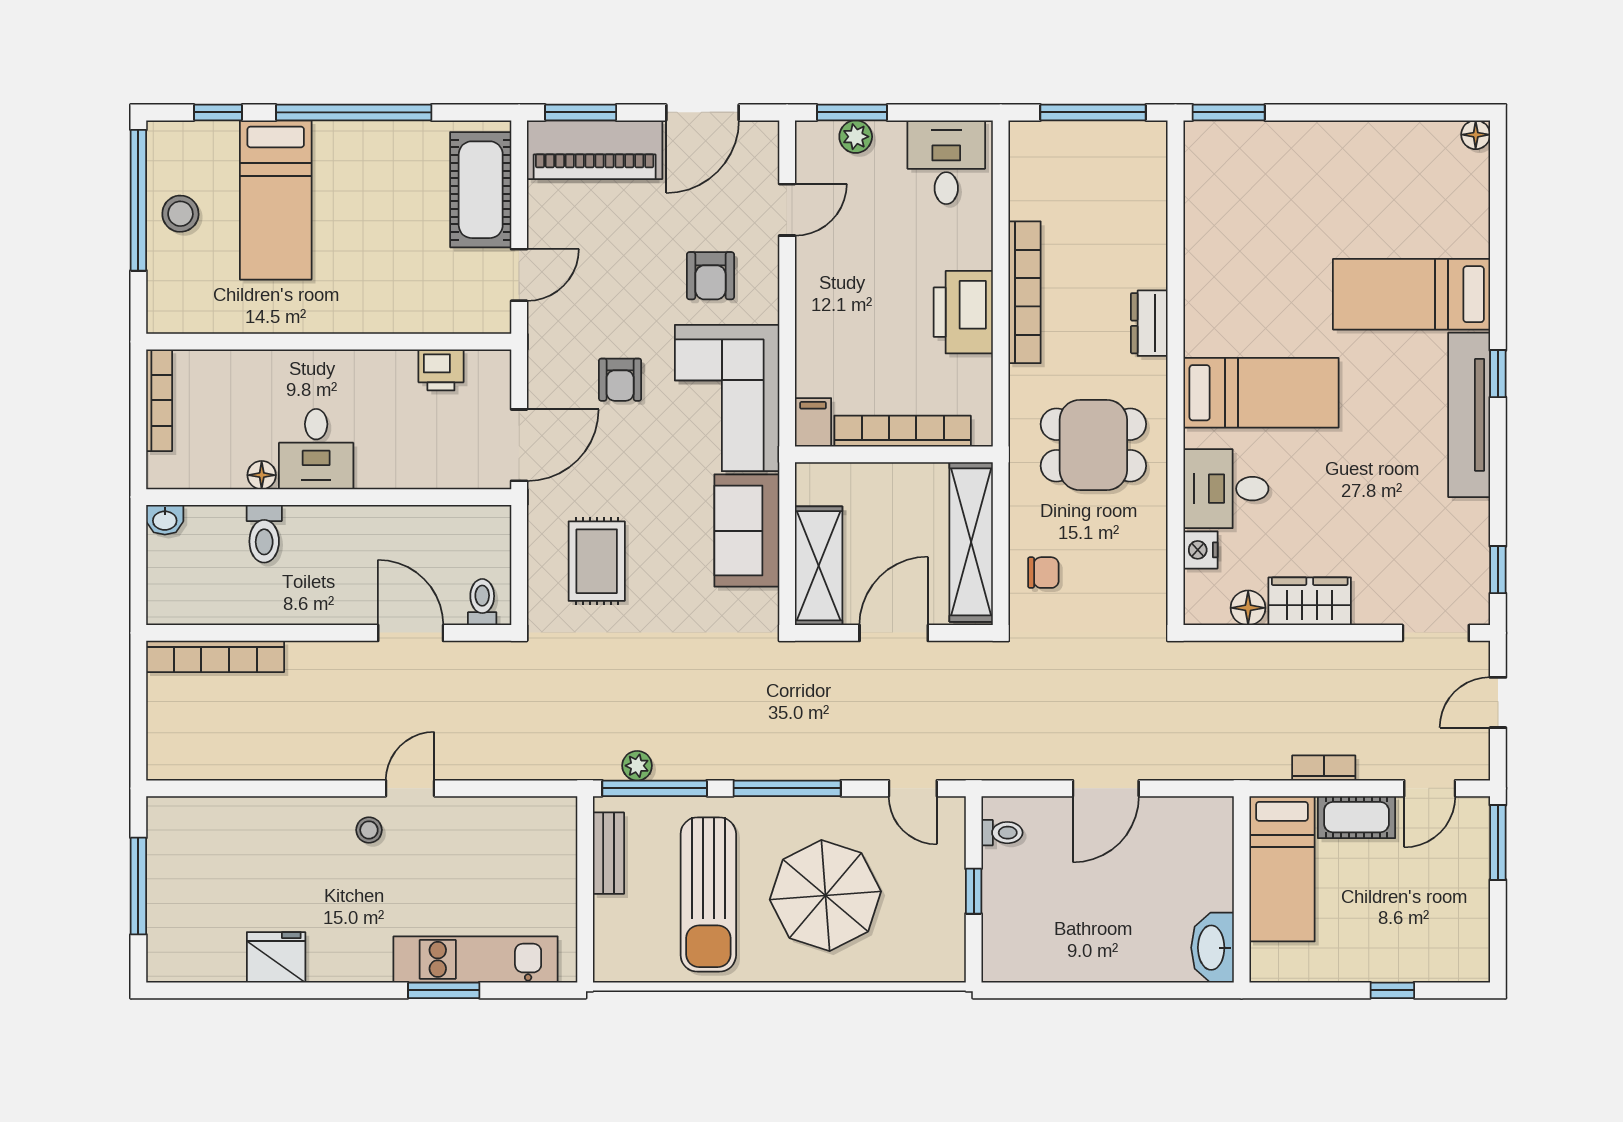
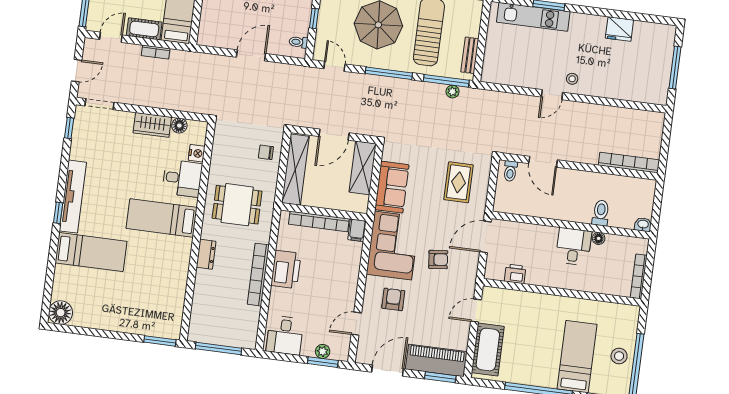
floor lamp: (1476, 135) -> (61, 313), width x1.89, depth x1.89
armchair: (620, 380) -> (438, 260), turned 84

